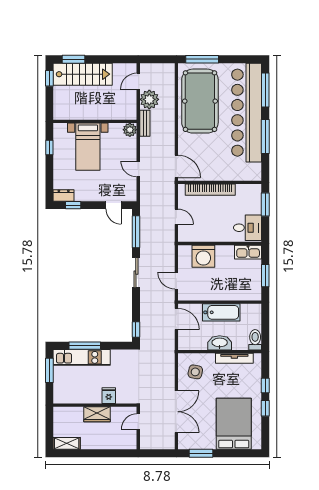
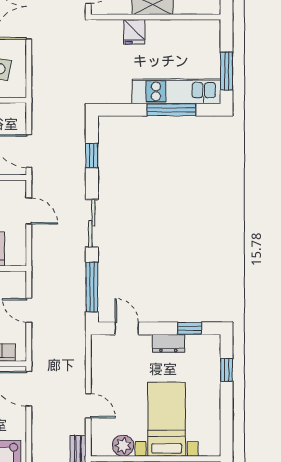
plant: (130, 130) -> (123, 446), moved
window: (49, 147) -> (227, 370), moved
door: (138, 169) -> (88, 406), moved
dresser: (64, 195) -> (168, 343), moved
window: (136, 329) -> (92, 156), moved

